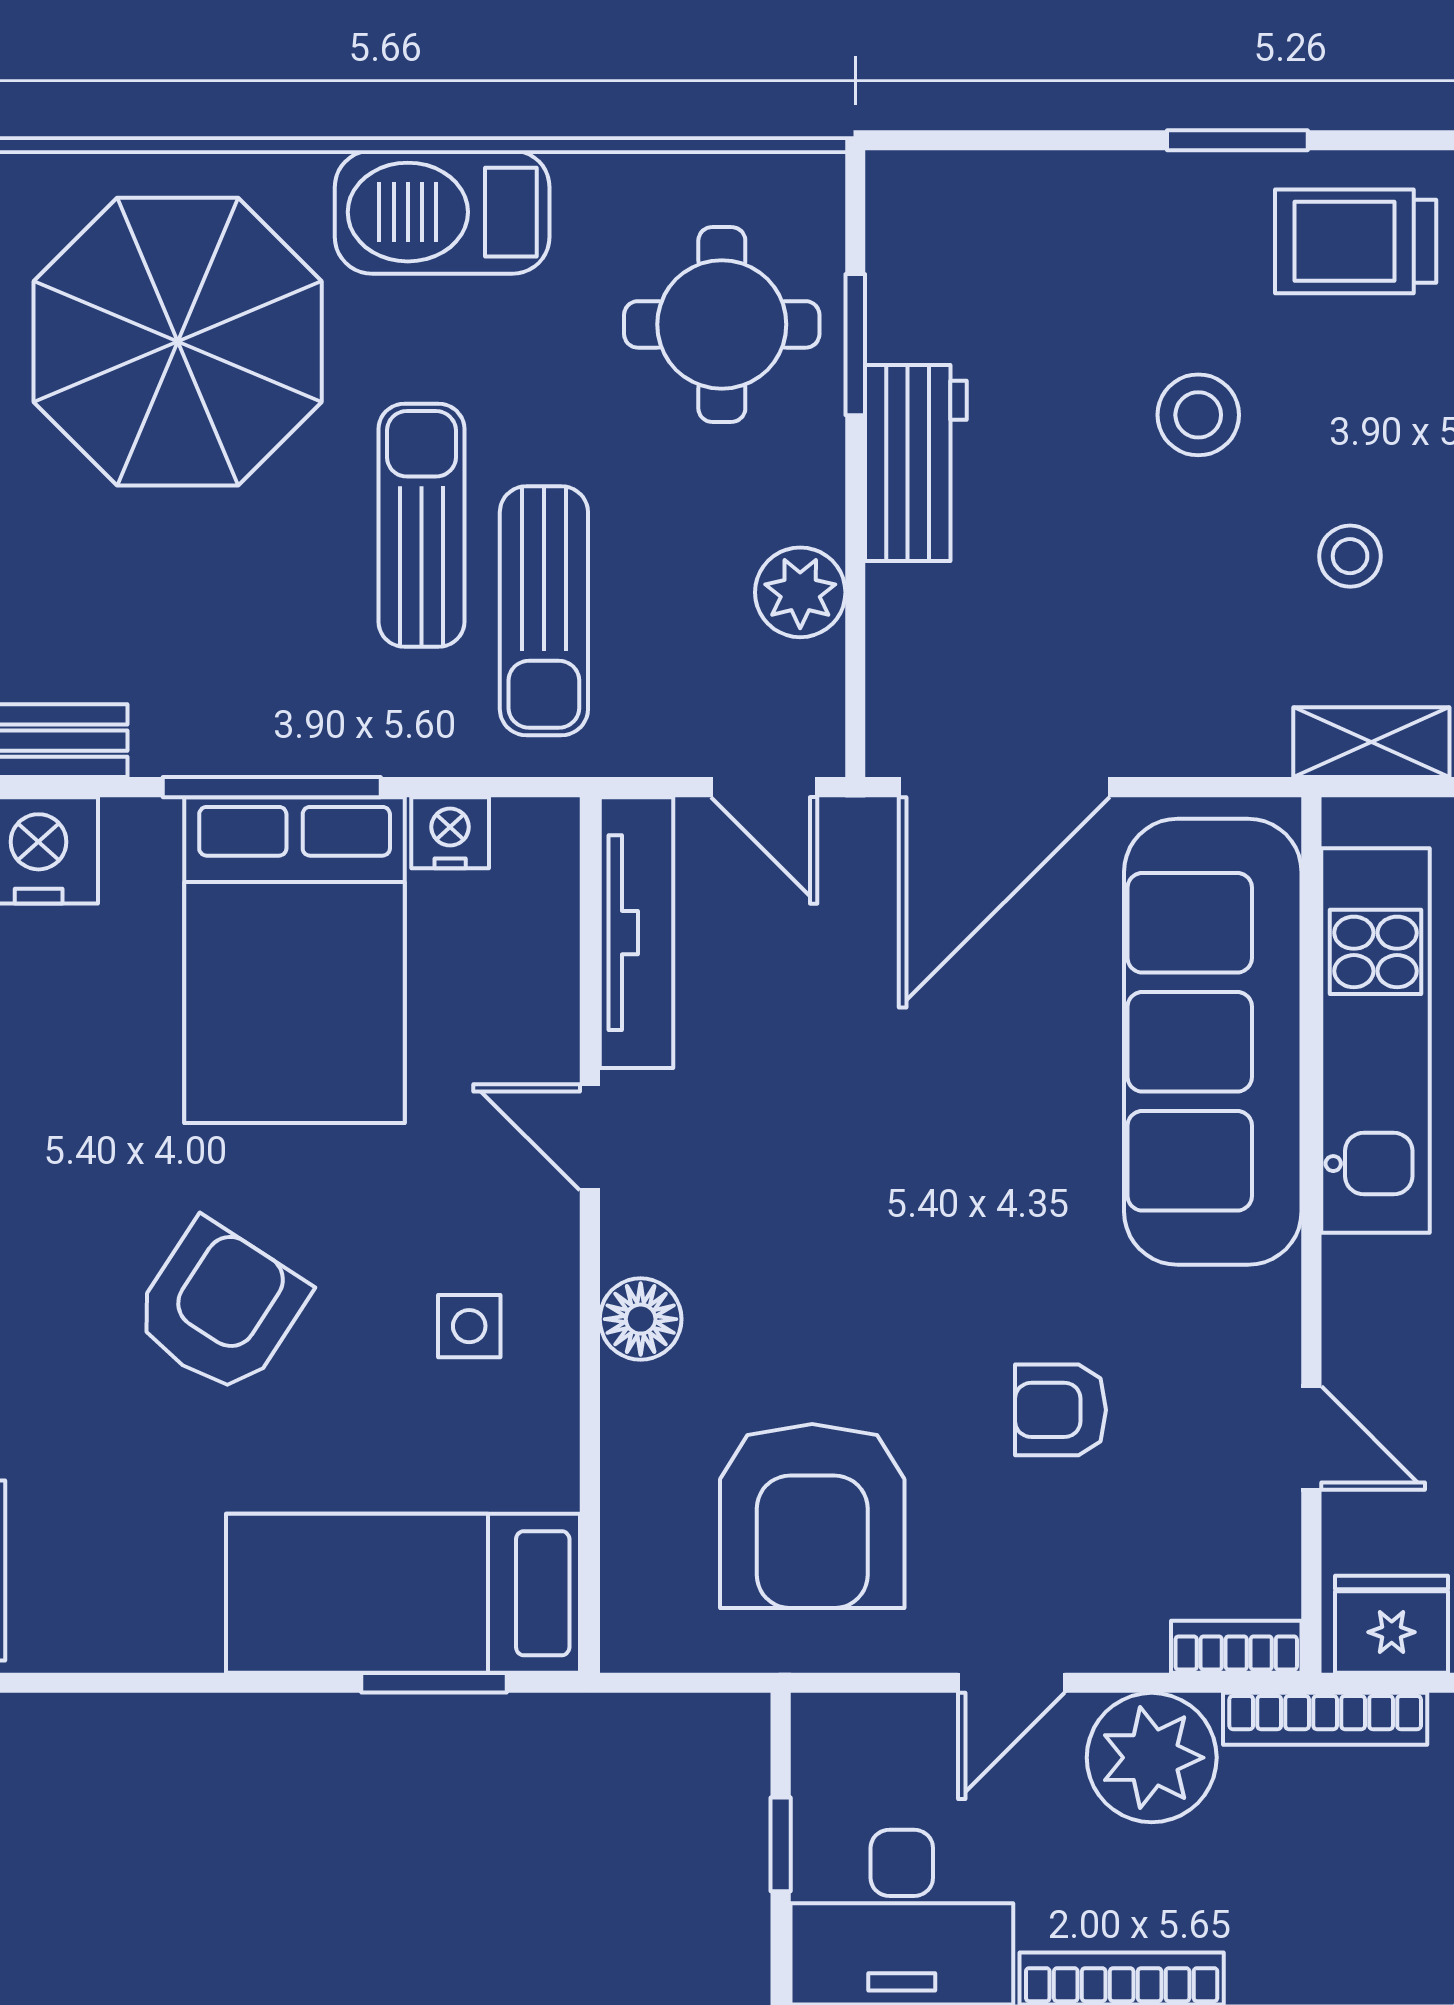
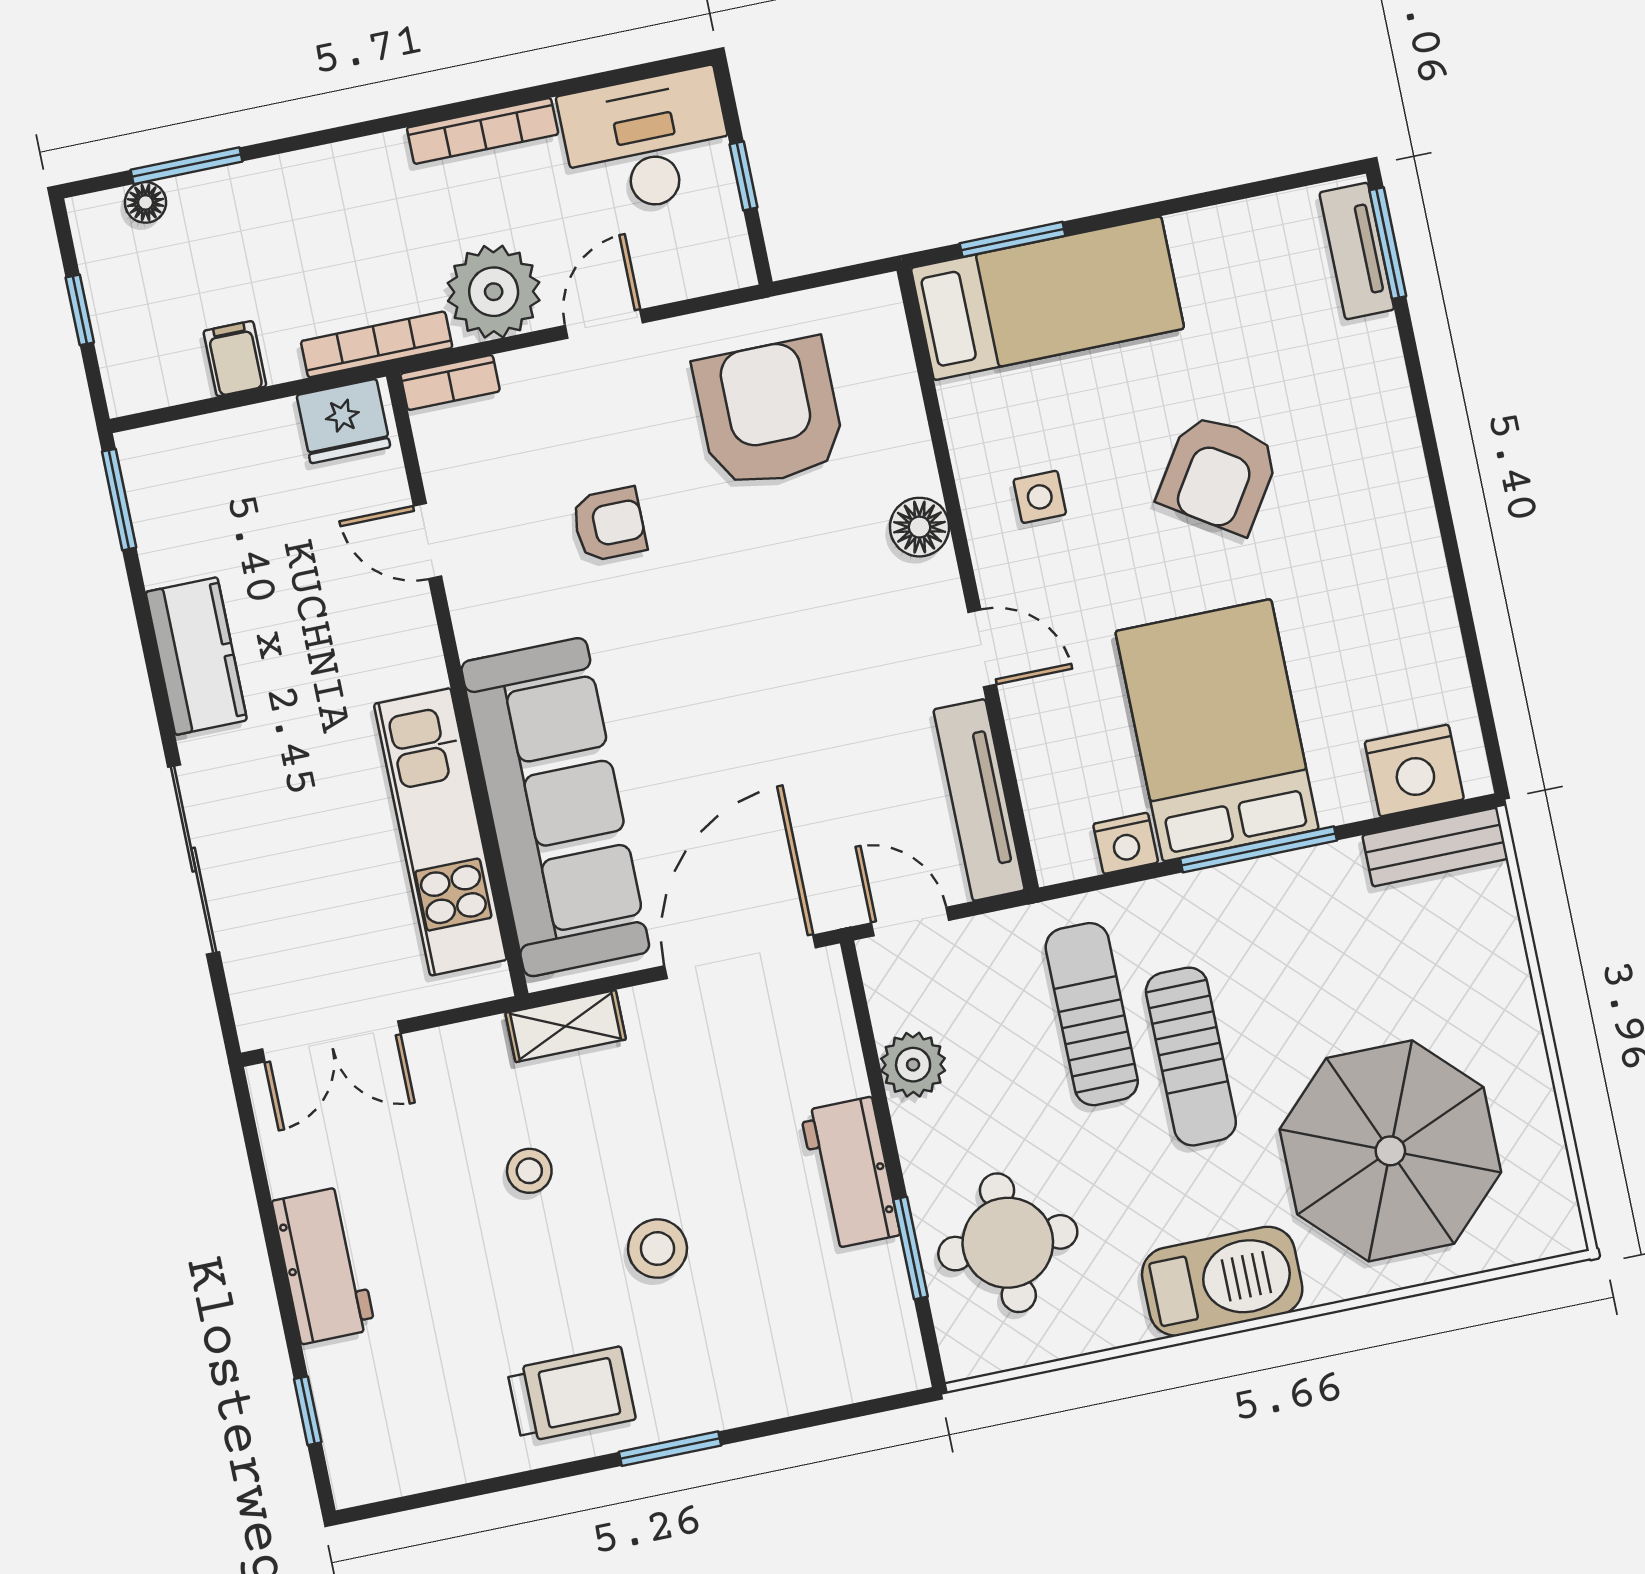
shelving: (1371, 742) -> (566, 1026), moved

